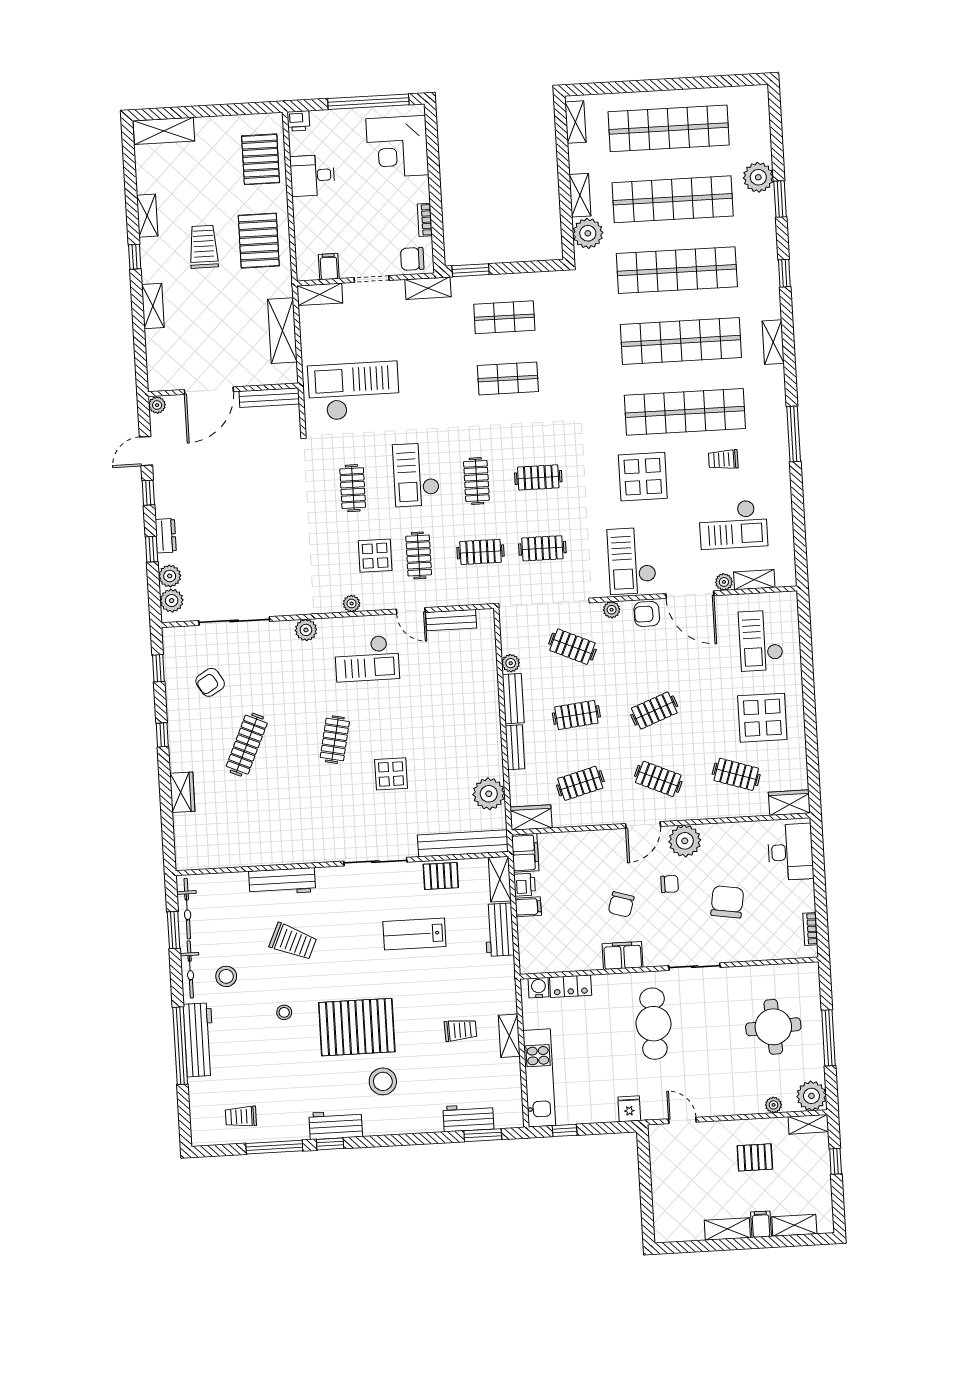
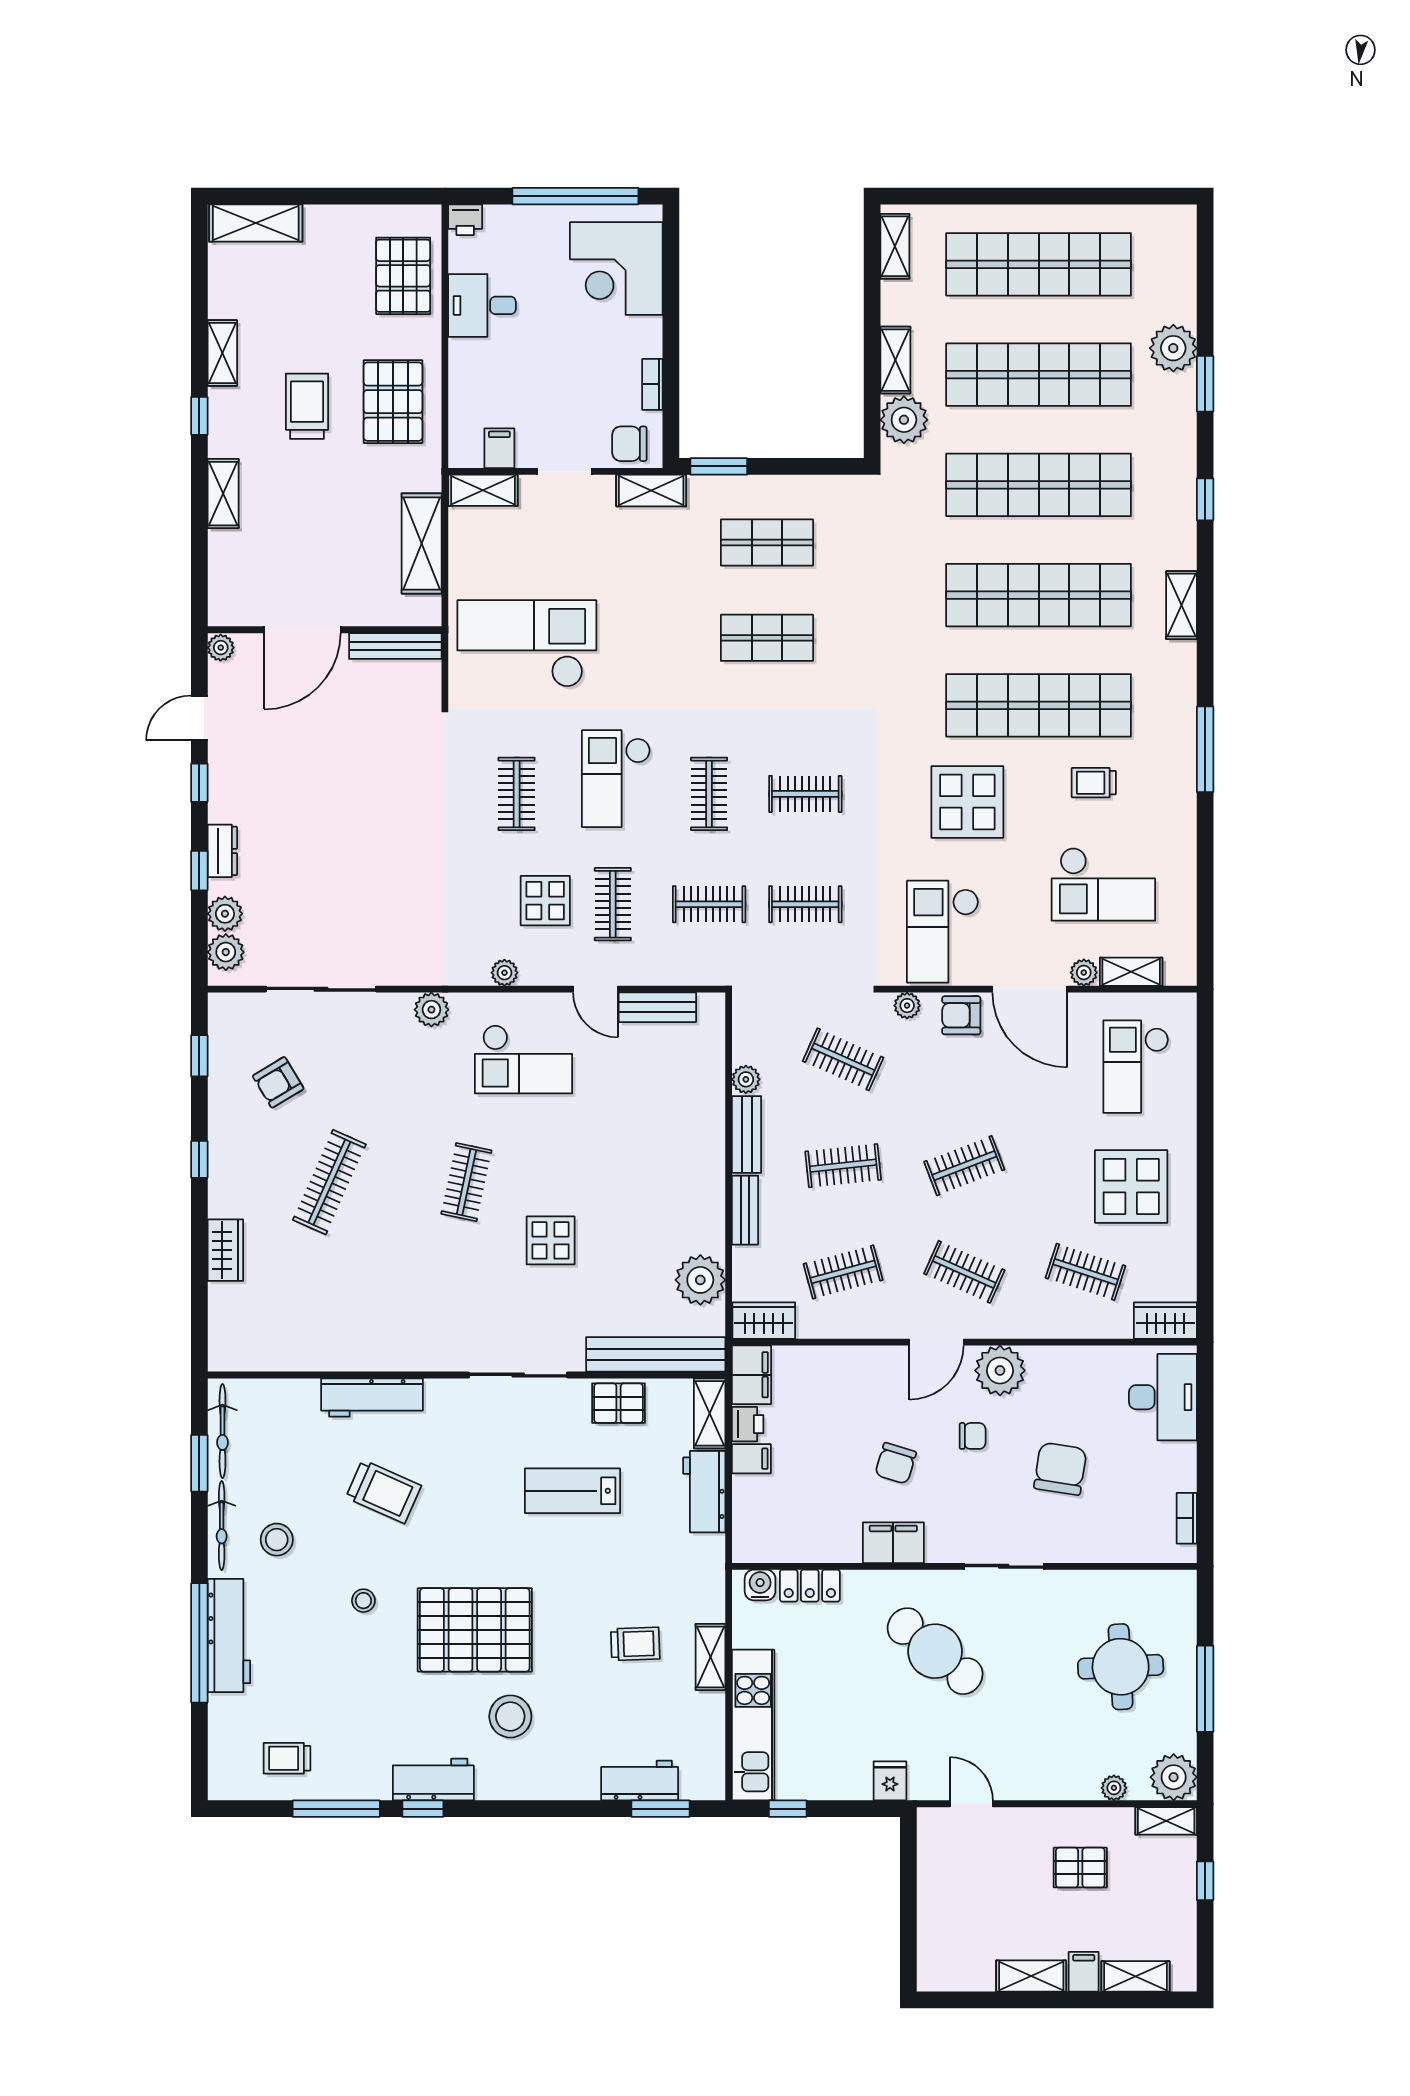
cafe table: (653, 1024) -> (935, 1651), turned -50

